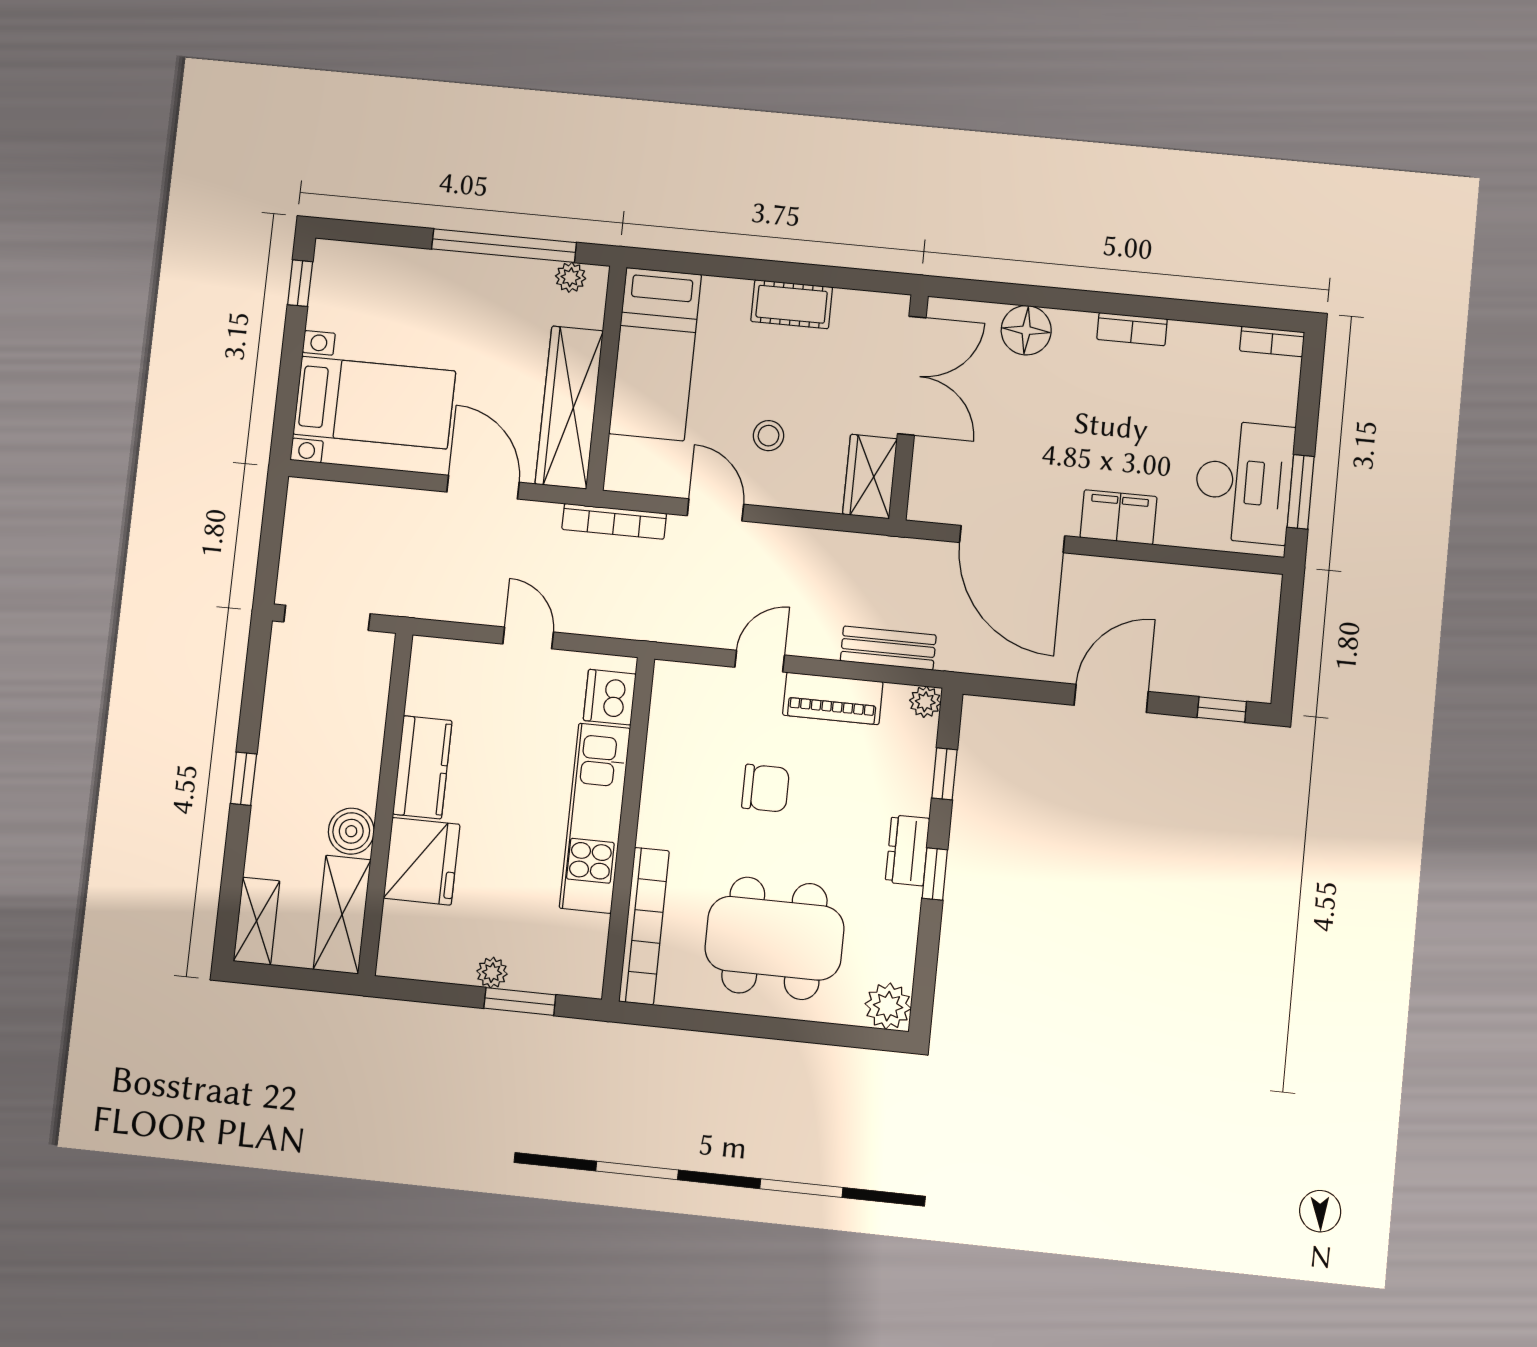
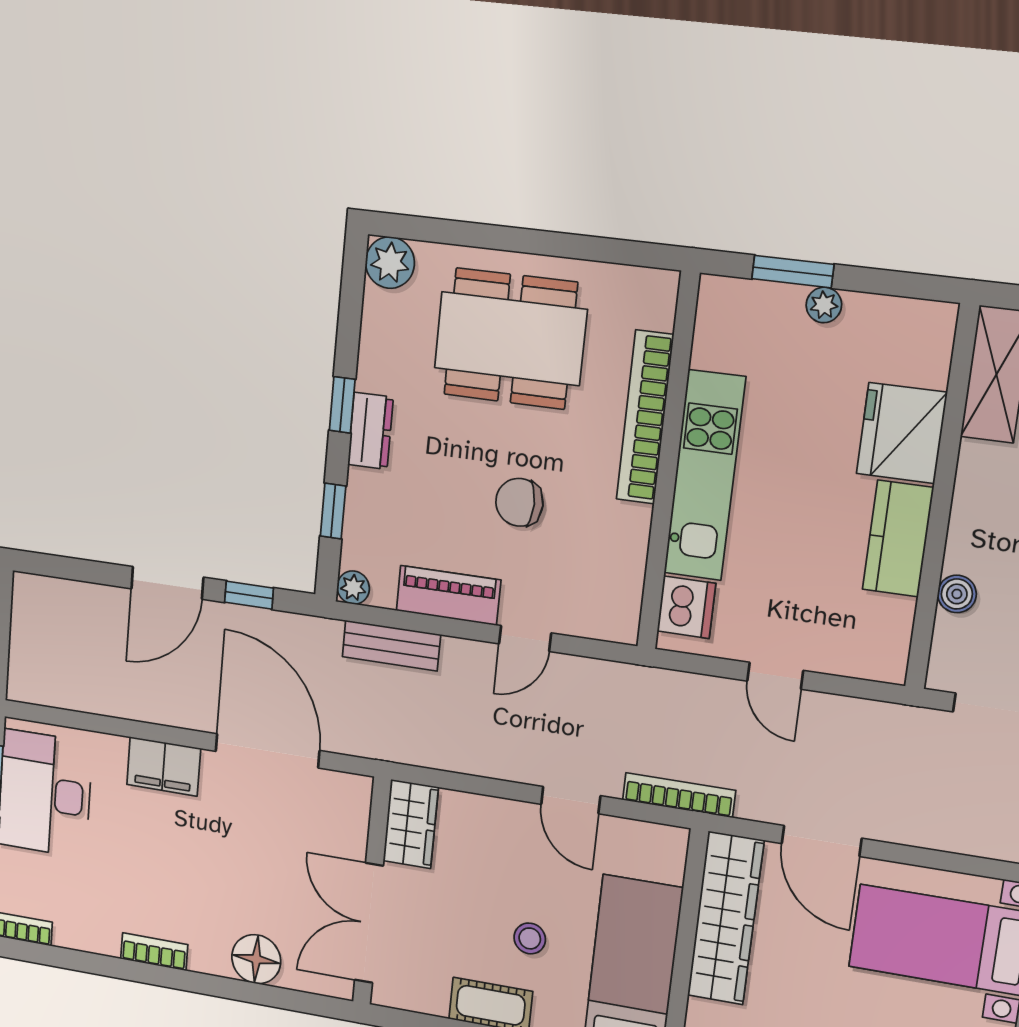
stool: (768, 436) -> (530, 938), moved
window: (1222, 709) -> (249, 595), moved
boiler: (351, 831) -> (957, 594), moved, width x0.73, depth x0.73
bookcase: (644, 926) -> (645, 417), moved

